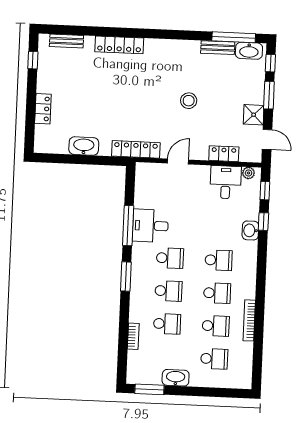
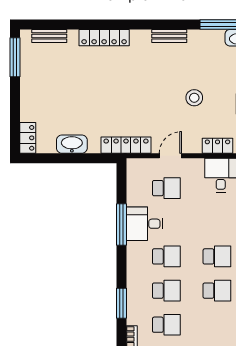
bench: (218, 48) -> (169, 36), moved
window: (33, 60) -> (15, 57), width x2.17
stool: (189, 101) -> (194, 98), moved
locker: (43, 109) -> (28, 138), moved
window: (126, 276) -> (121, 303), moved
school desk: (216, 326) -> (166, 188), moved

